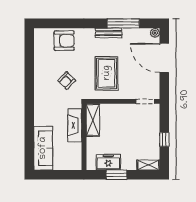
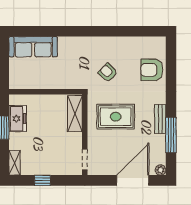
armchair: (64, 41) -> (152, 70), turned 90
shelving: (93, 120) -> (75, 114), moved, turned 90
fireplace: (75, 125) -> (58, 82), removed

